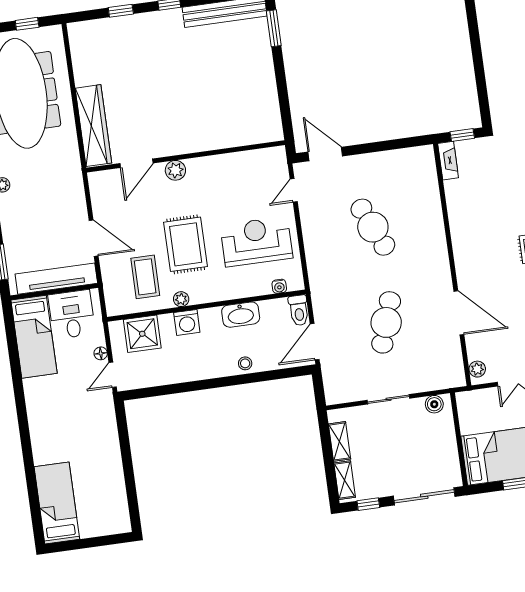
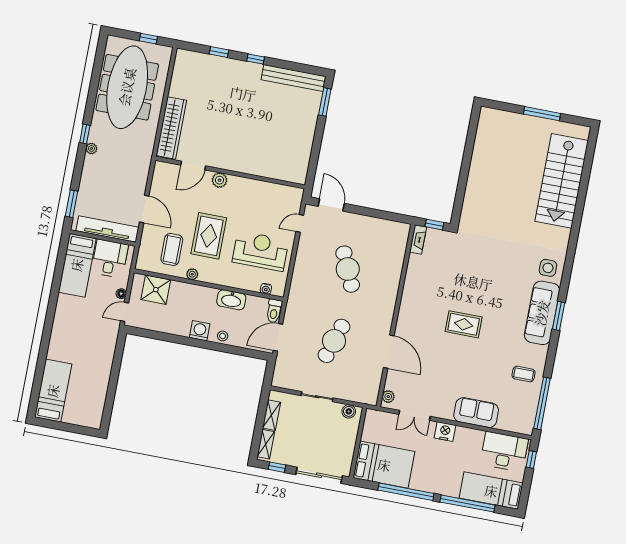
washing machine: (187, 322) -> (200, 331), moved, turned 180

